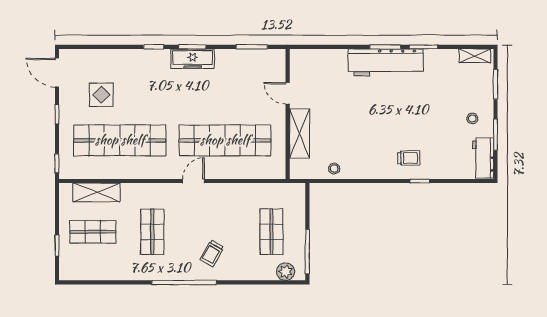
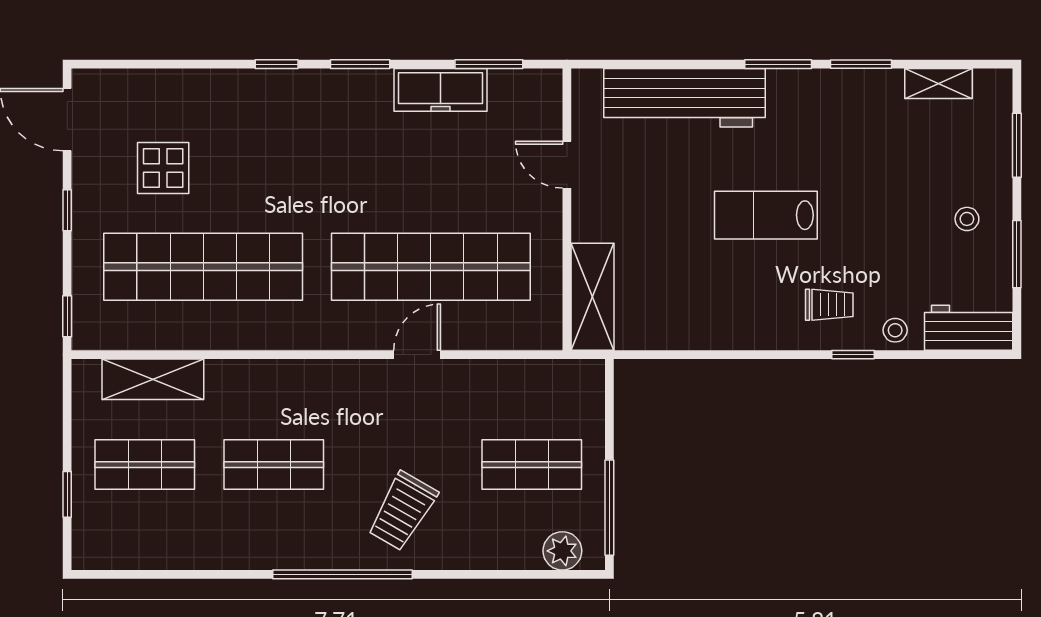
shelving: (475, 56) -> (939, 84), moved
freezer: (193, 59) -> (441, 90), moved
workbench: (386, 62) -> (685, 98), moved
lab bench: (380, 117) -> (766, 215), added
shelving: (300, 134) -> (593, 297), moved
workbench: (483, 158) -> (969, 328), moved, turned 90
stool: (334, 169) -> (895, 330), moved
door: (194, 181) -> (417, 355), moved
shop shelf: (152, 232) -> (274, 465), turned 90
shop shelf: (271, 232) -> (532, 465), turned 90
trolley: (212, 253) -> (402, 511), width x1.36, depth x1.39

